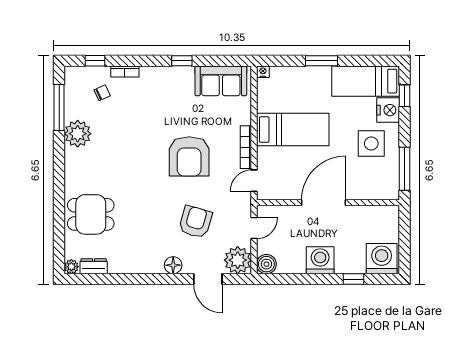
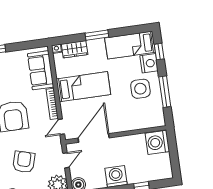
wardrobe: (288, 76) -> (75, 49), added
sofa: (221, 81) -> (41, 70), moved, turned 90
window: (404, 169) -> (165, 92), moved
door: (323, 203) -> (94, 138), moved
washing machine: (382, 259) -> (157, 142), moved, turned -90

